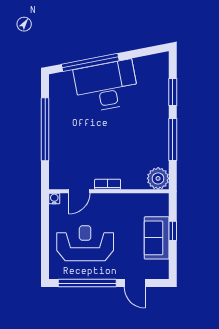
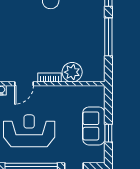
plant: (158, 178) -> (72, 72), moved
window: (173, 231) -> (108, 133), moved

